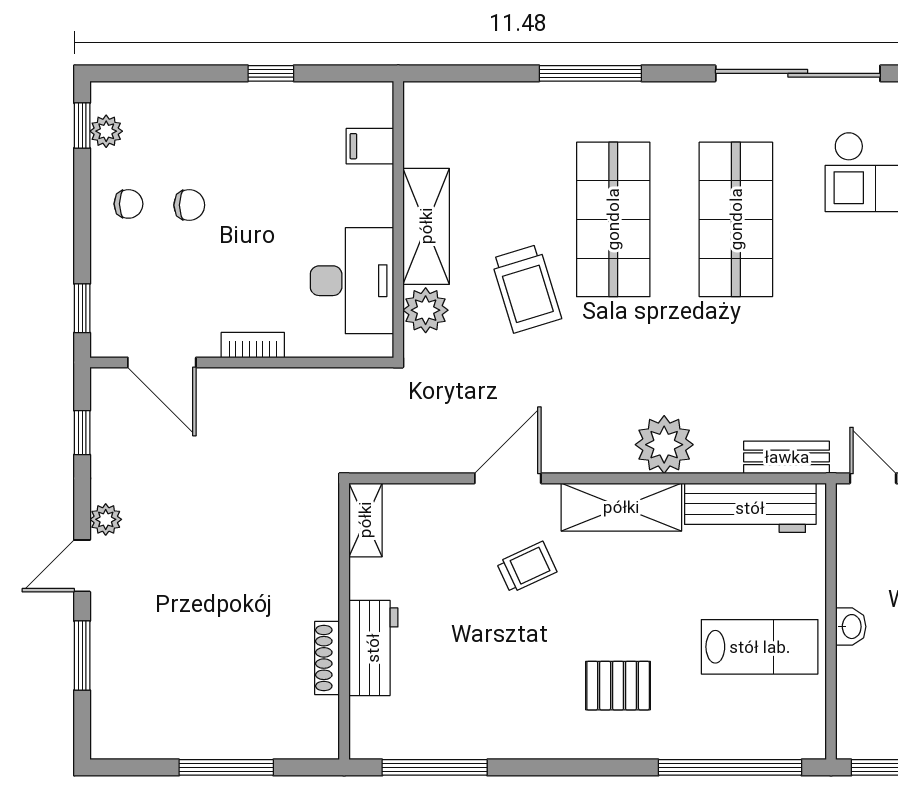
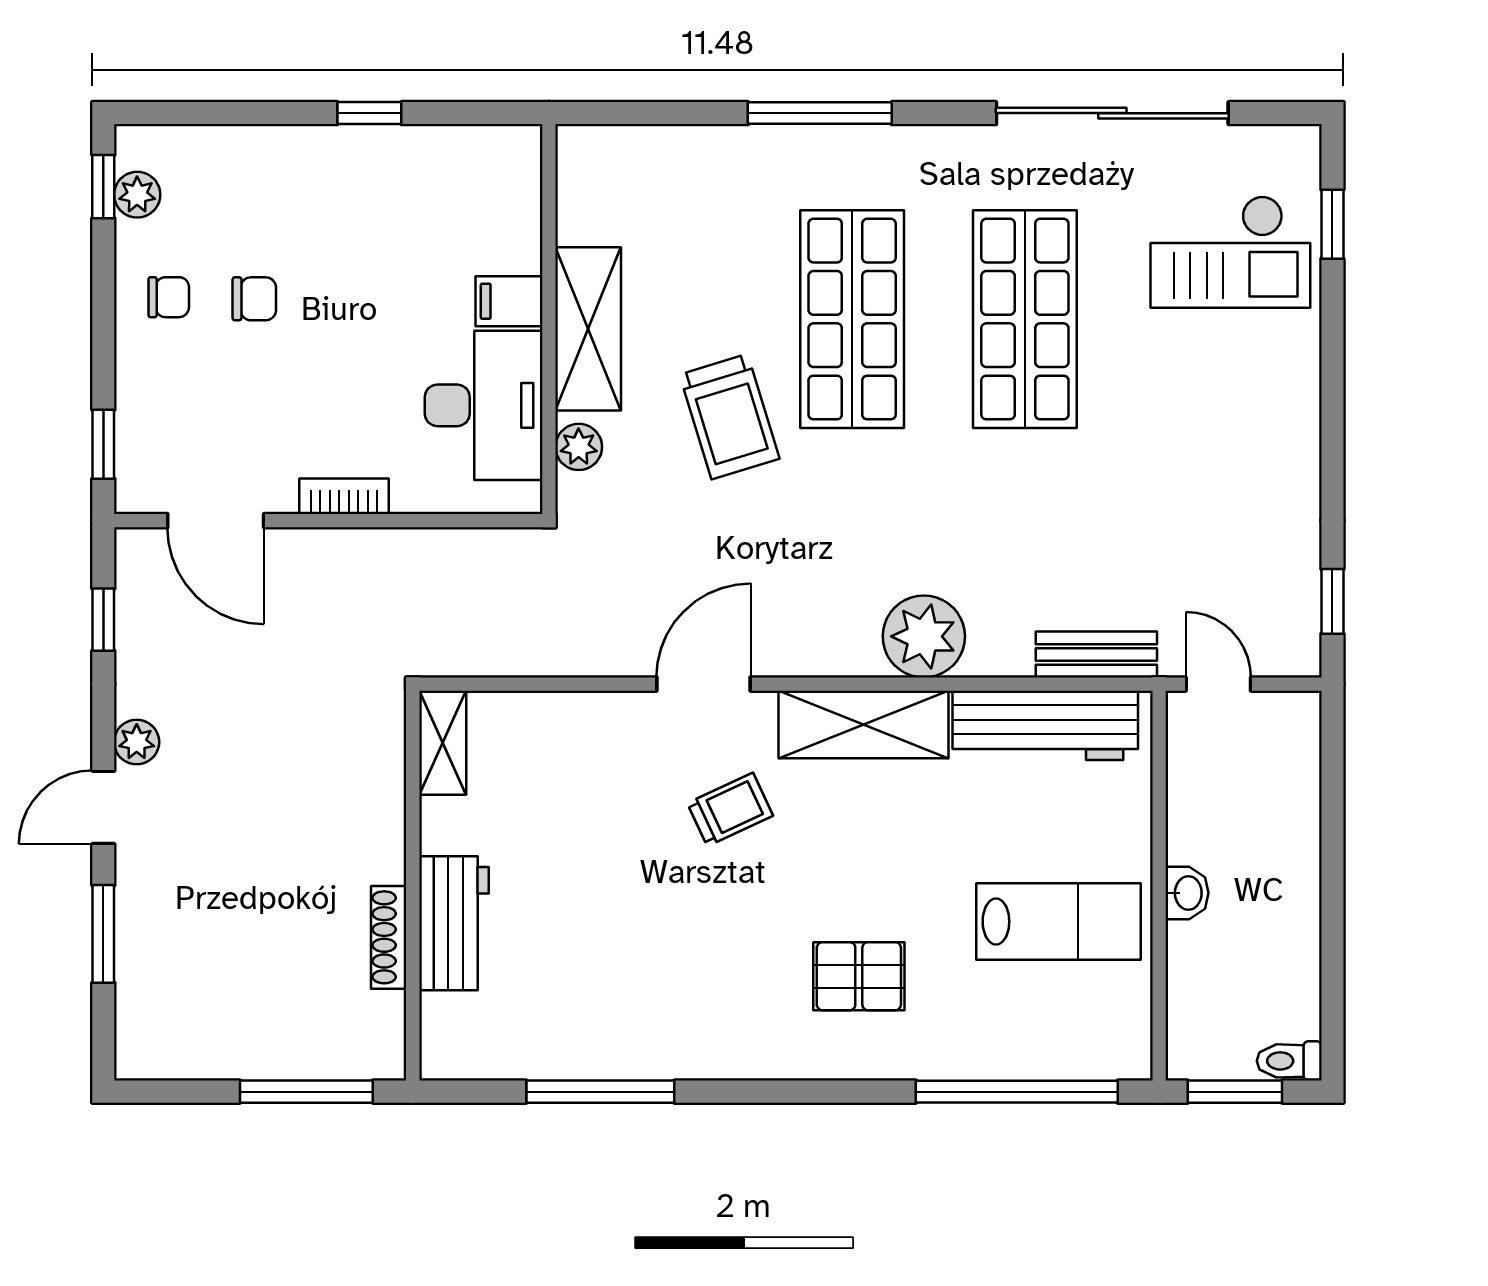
filing cabinet: (370, 146) -> (509, 301), moved
plant: (426, 310) -> (579, 447), width x0.73, depth x0.73
shelving: (365, 520) -> (443, 743), moved
wall: (344, 621) -> (413, 886), moved
workbench: (373, 648) -> (454, 923), moved
shoe rack: (327, 658) -> (389, 937), moved

